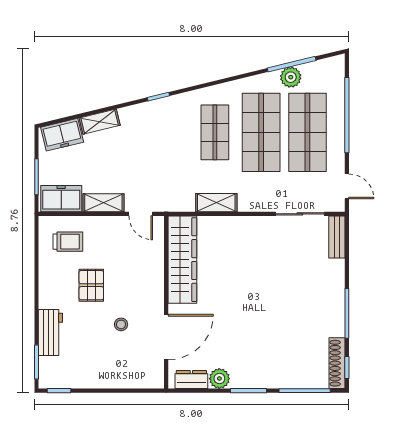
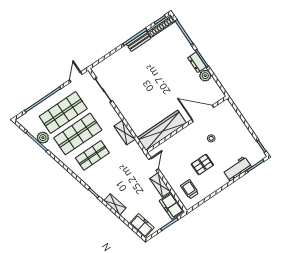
shelving: (100, 122) -> (115, 204), moved
bench: (337, 237) -> (139, 41), moved
dresser: (191, 380) -> (197, 62), moved

